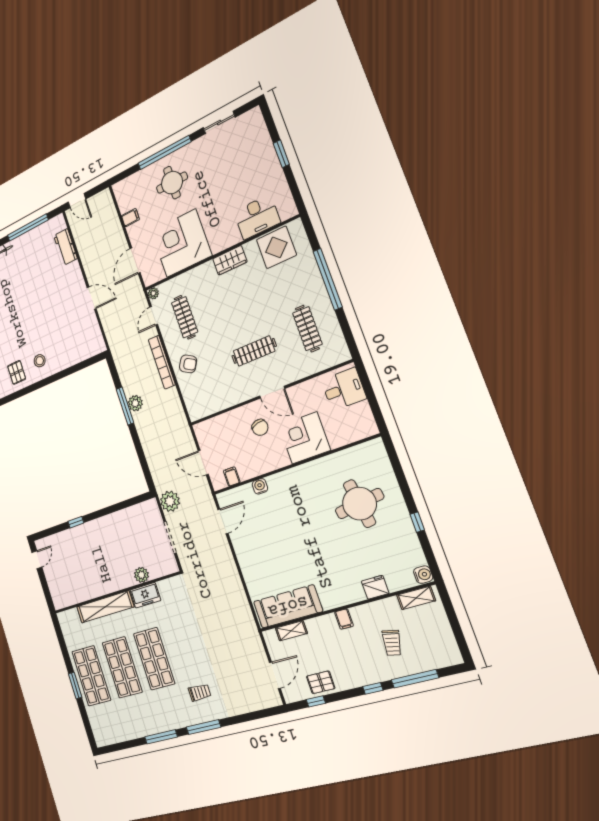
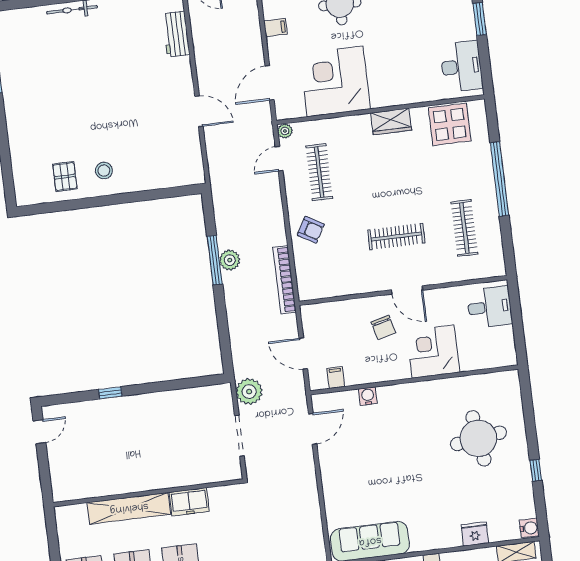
desk: (257, 217) -> (461, 66), moved, turned -90
bookcase: (162, 362) -> (285, 280), moved
plant: (141, 575) -> (190, 476), removed

